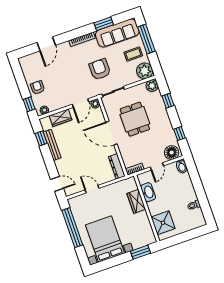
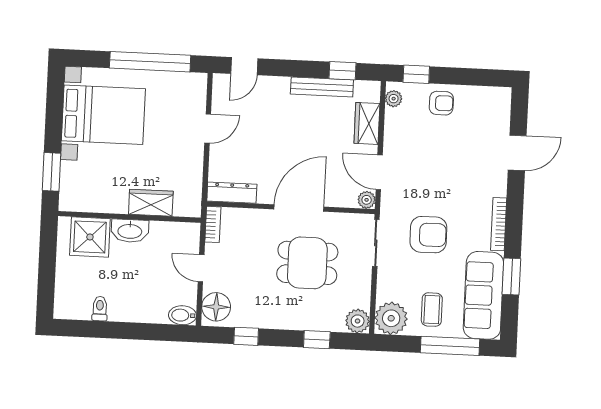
door: (46, 44) -> (517, 153), swing flipped
washbasin: (148, 192) -> (130, 231), moved

